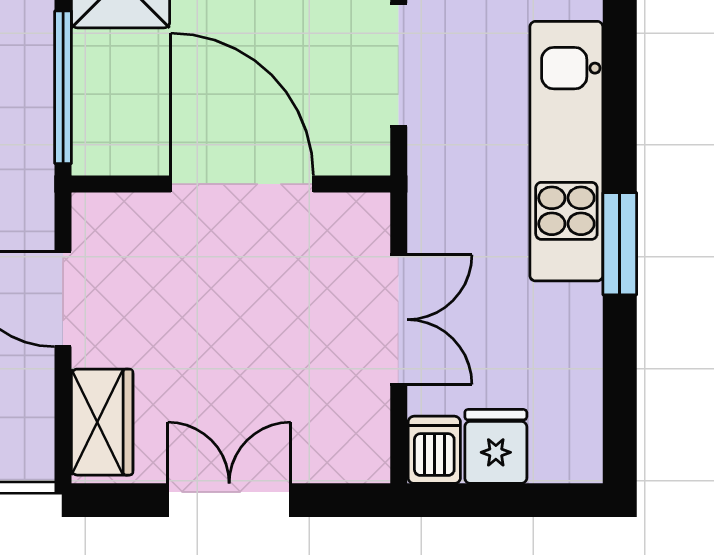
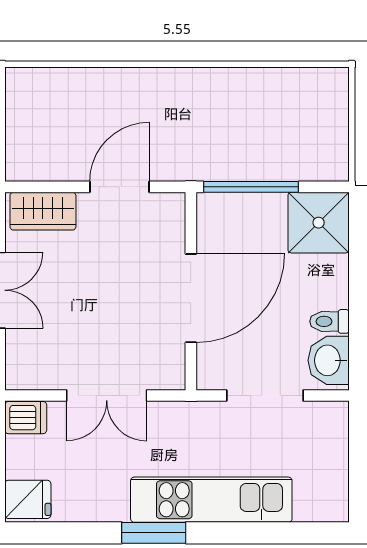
fridge: (496, 446) -> (28, 499), moved

